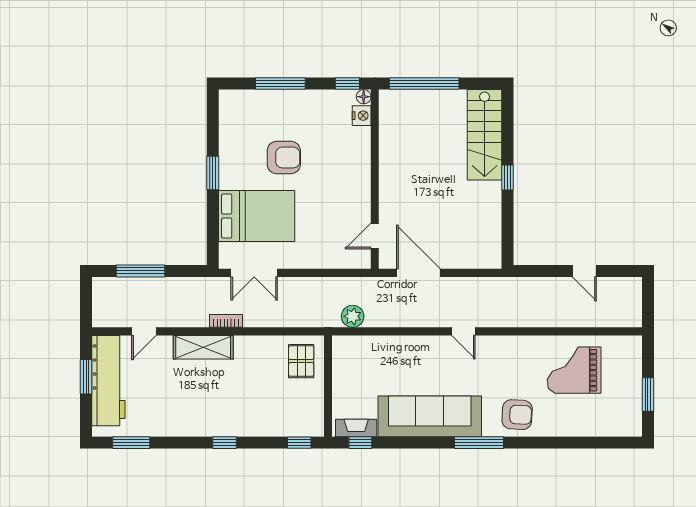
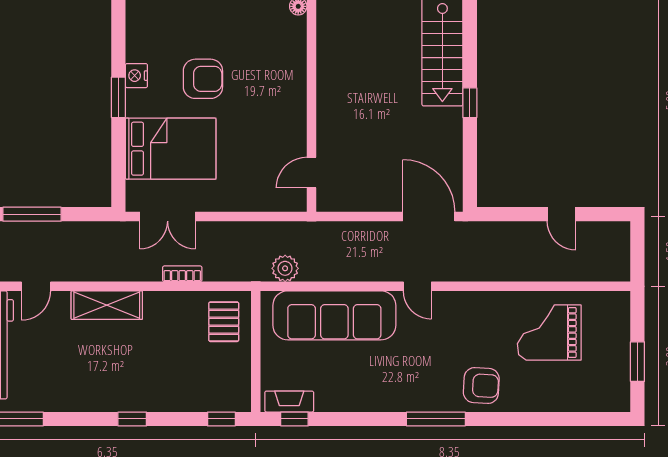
nightstand: (362, 116) -> (136, 76), moved, turned 180
door: (418, 273) -> (429, 216), moved
bookcase: (226, 321) -> (182, 274), moved
sofa: (430, 416) -> (334, 315), moved, turned 180

